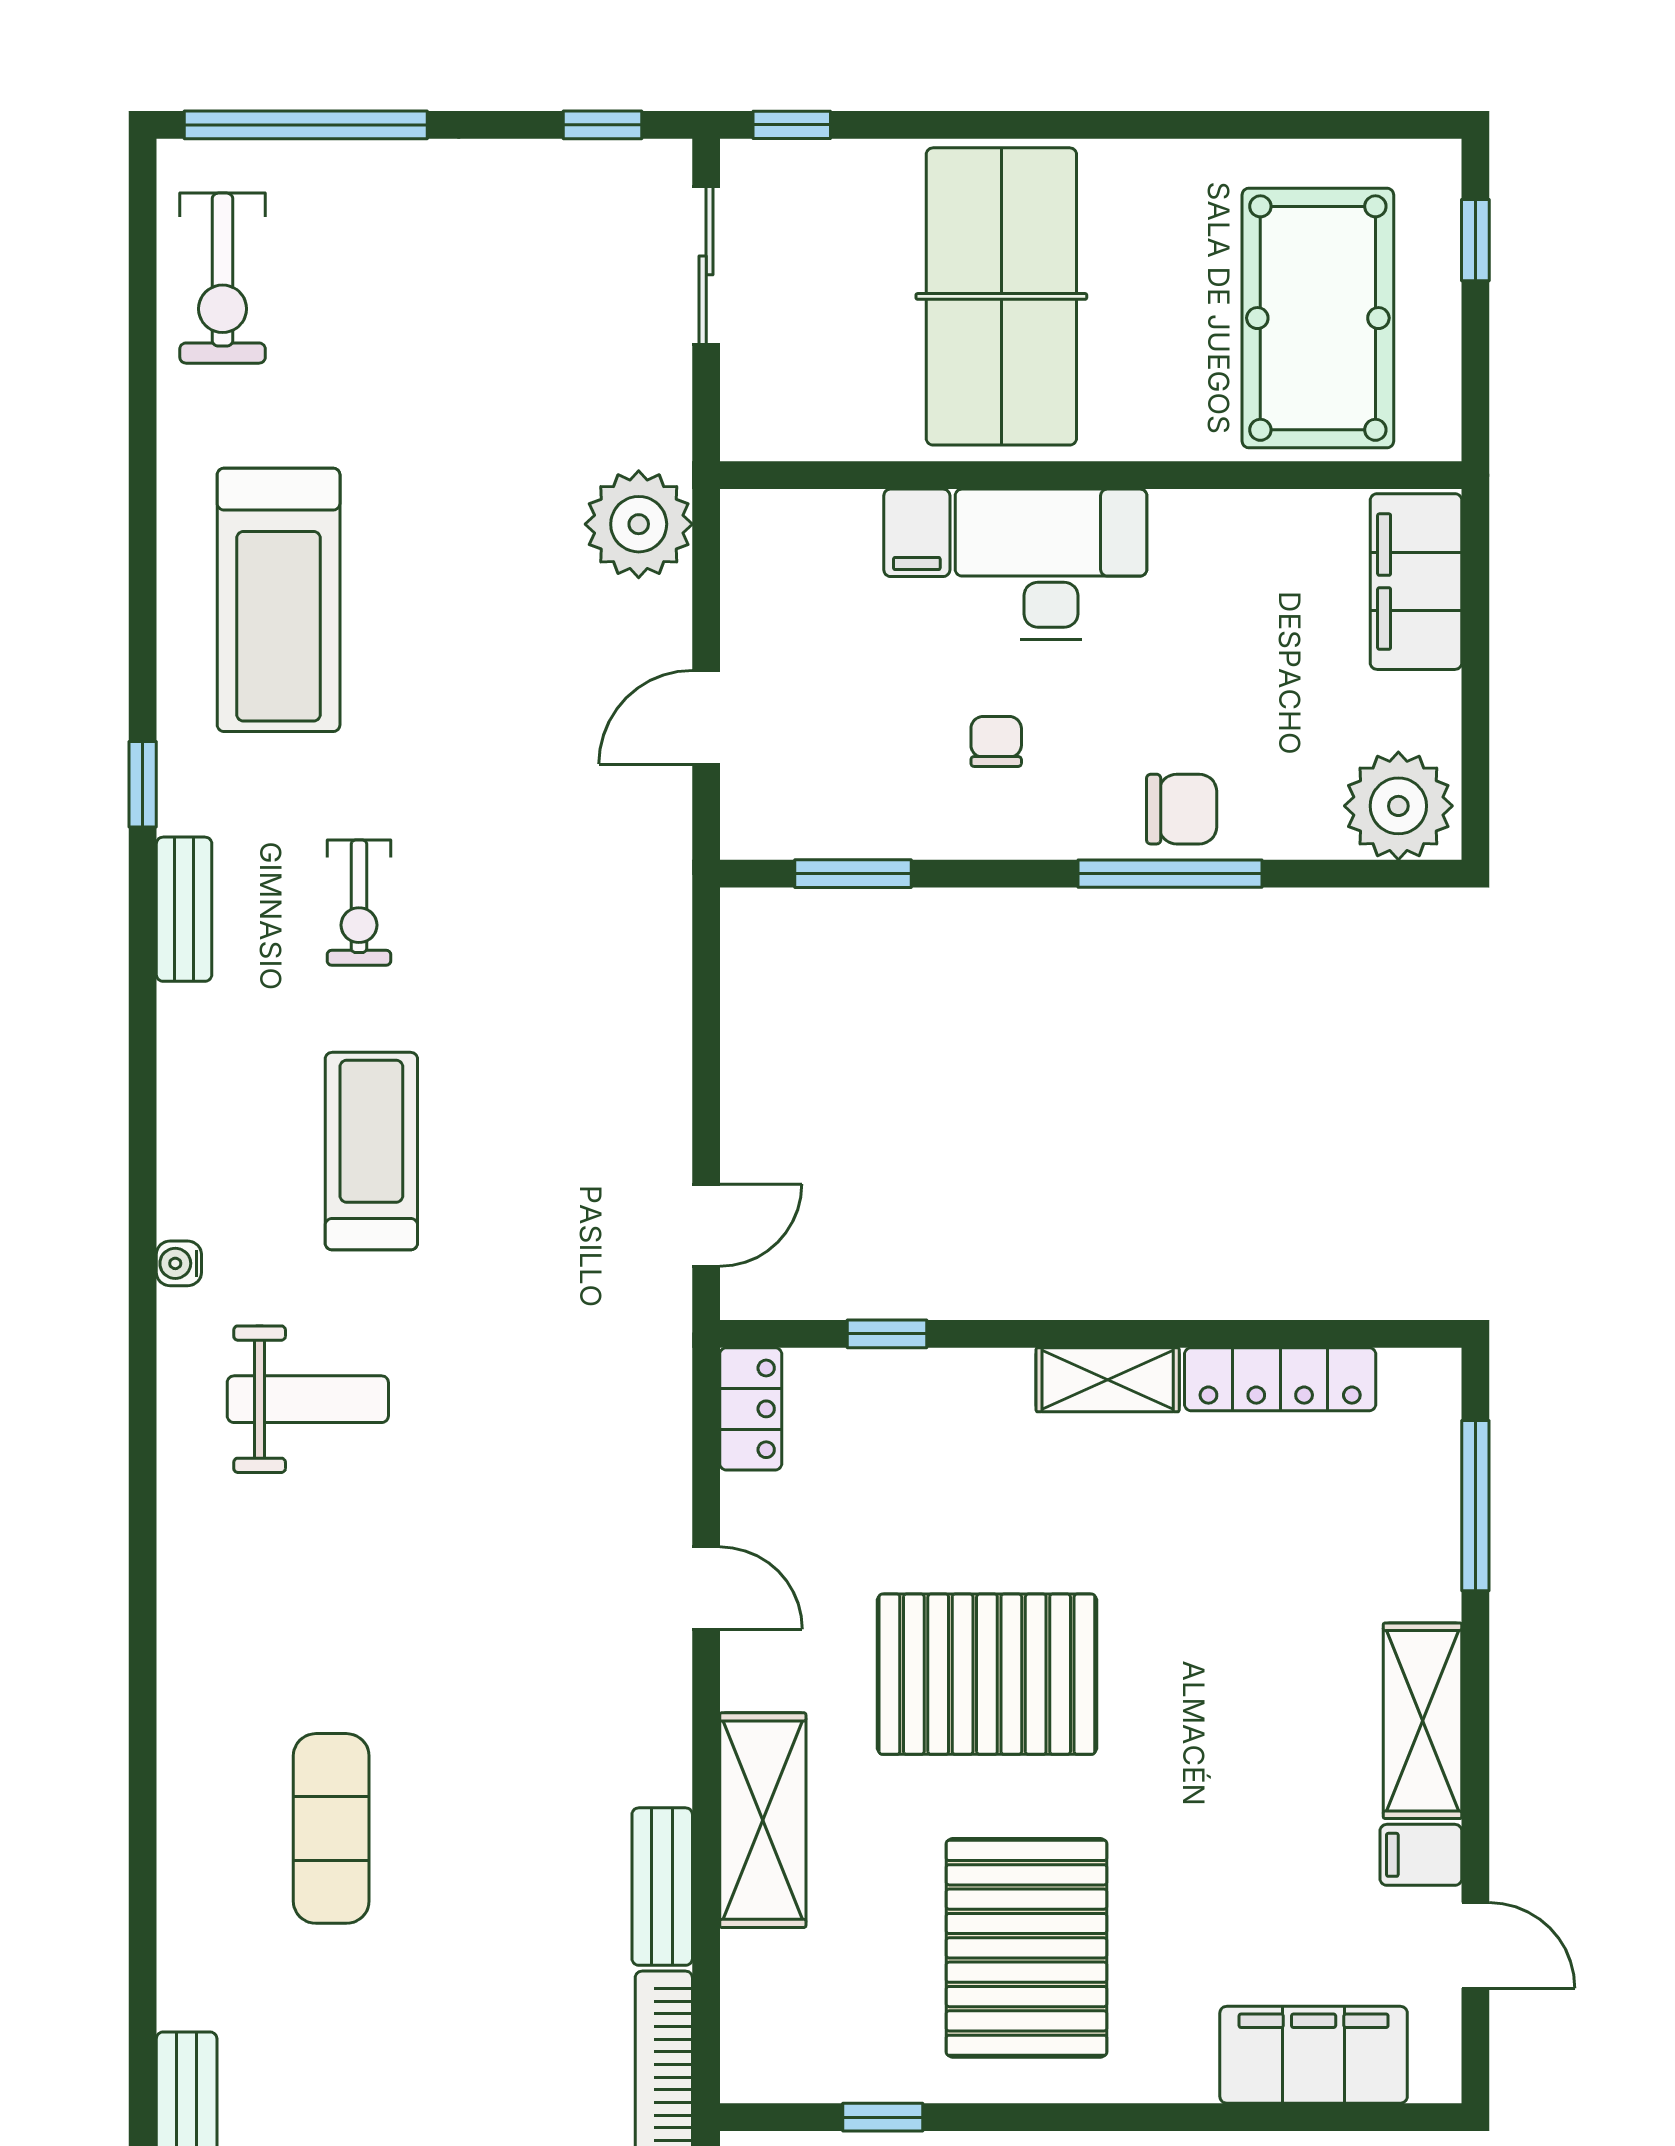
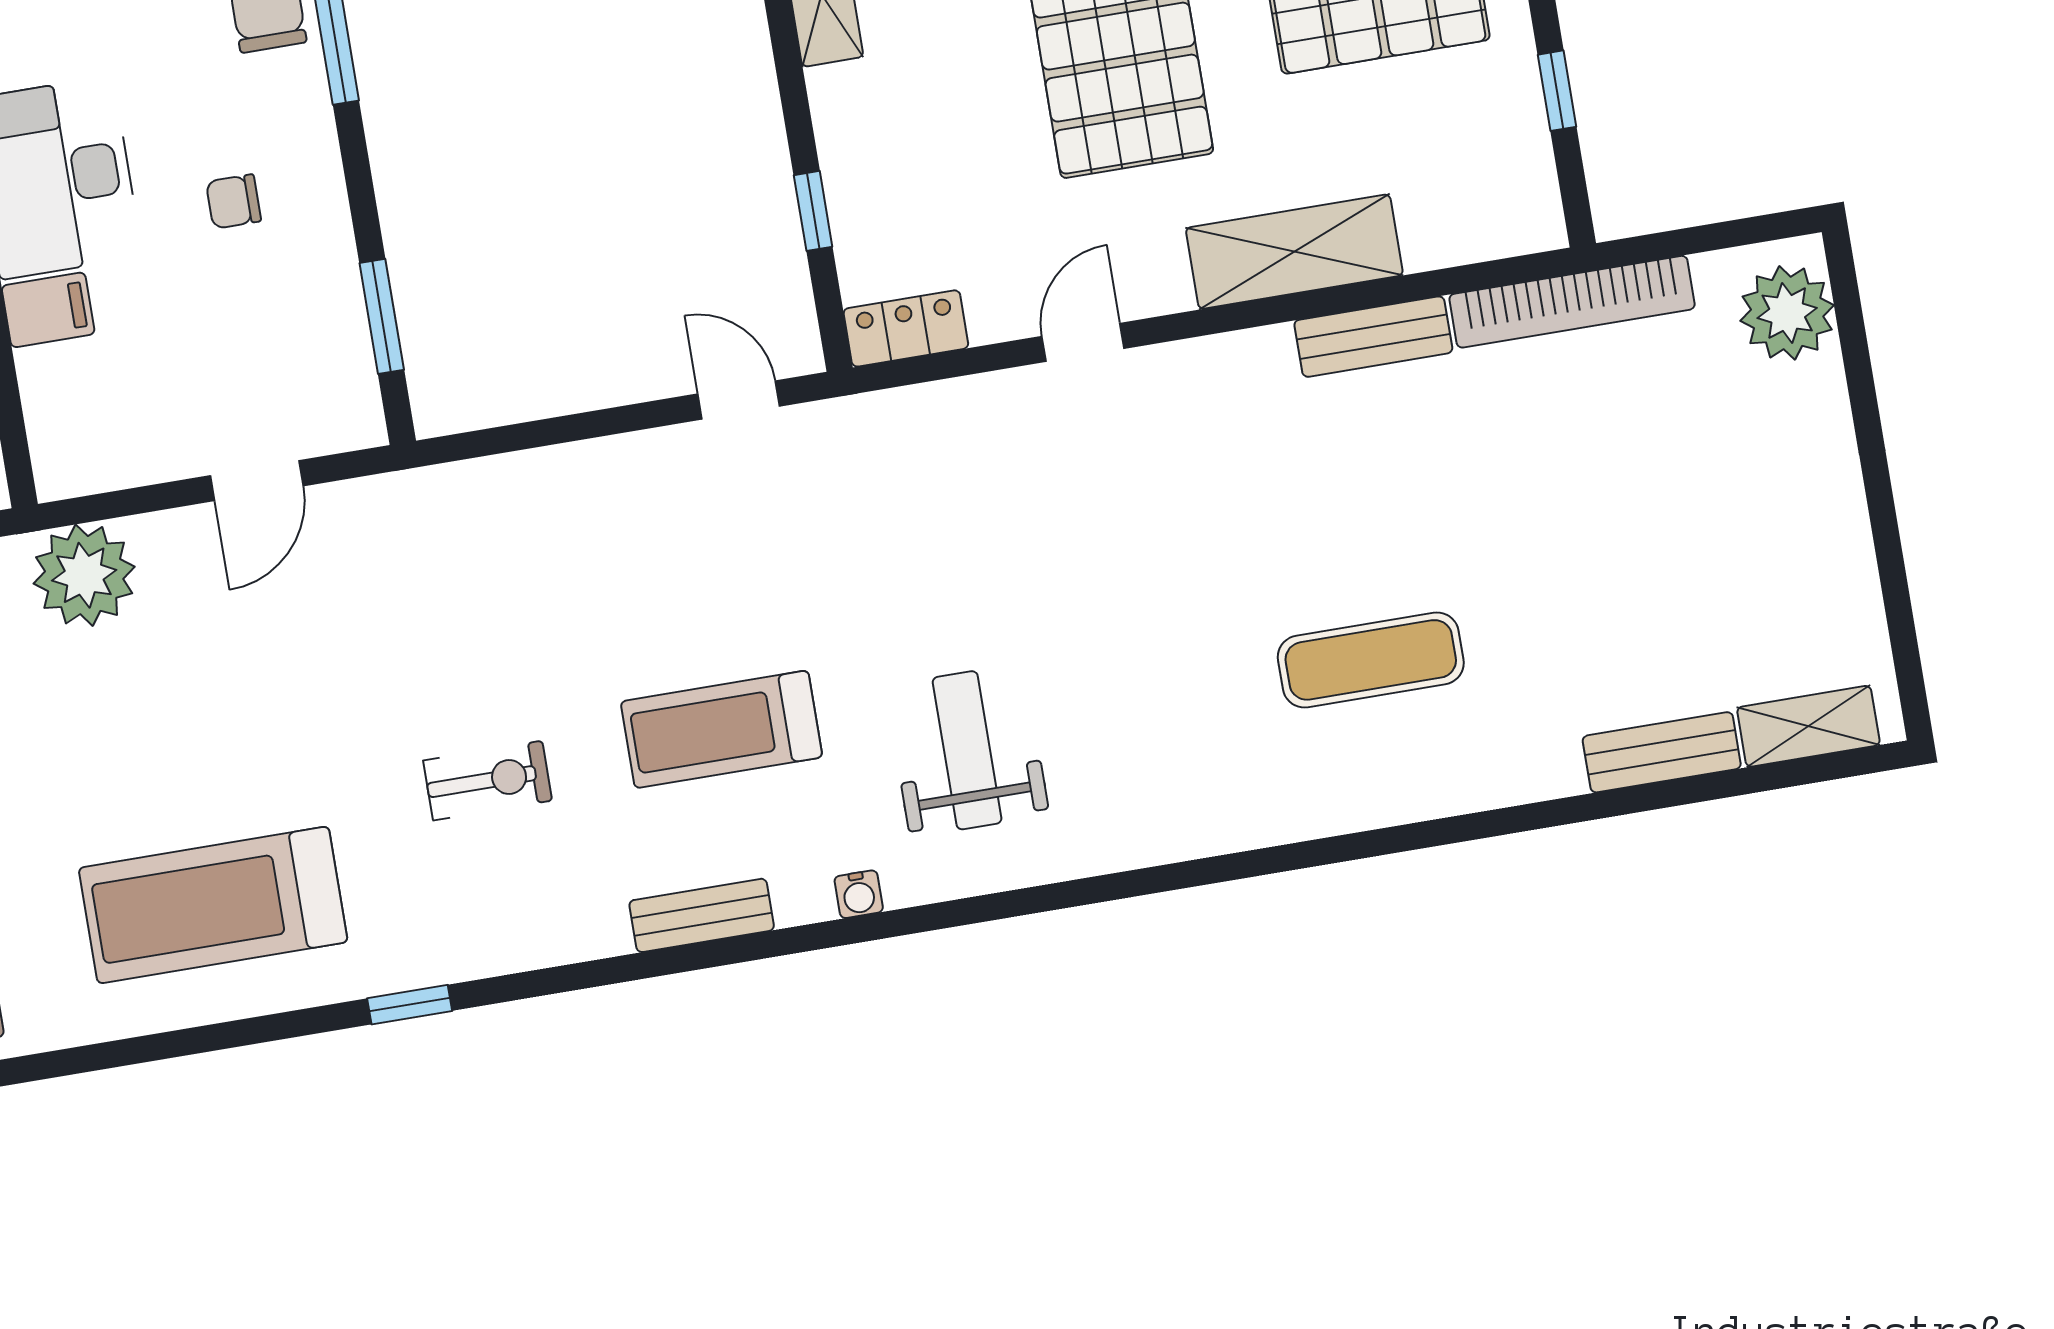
treadmill: (279, 600) -> (213, 905), turned 180
door: (706, 717) -> (257, 481), hinge flipped
bench: (184, 909) -> (702, 915), moved

